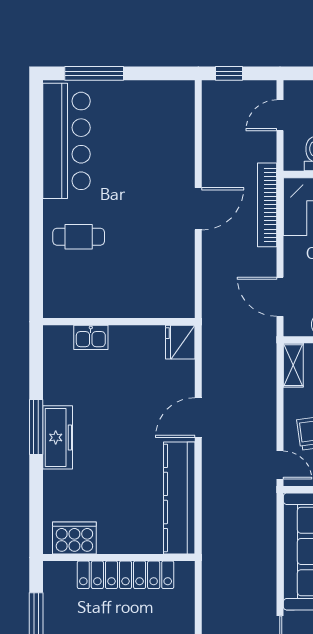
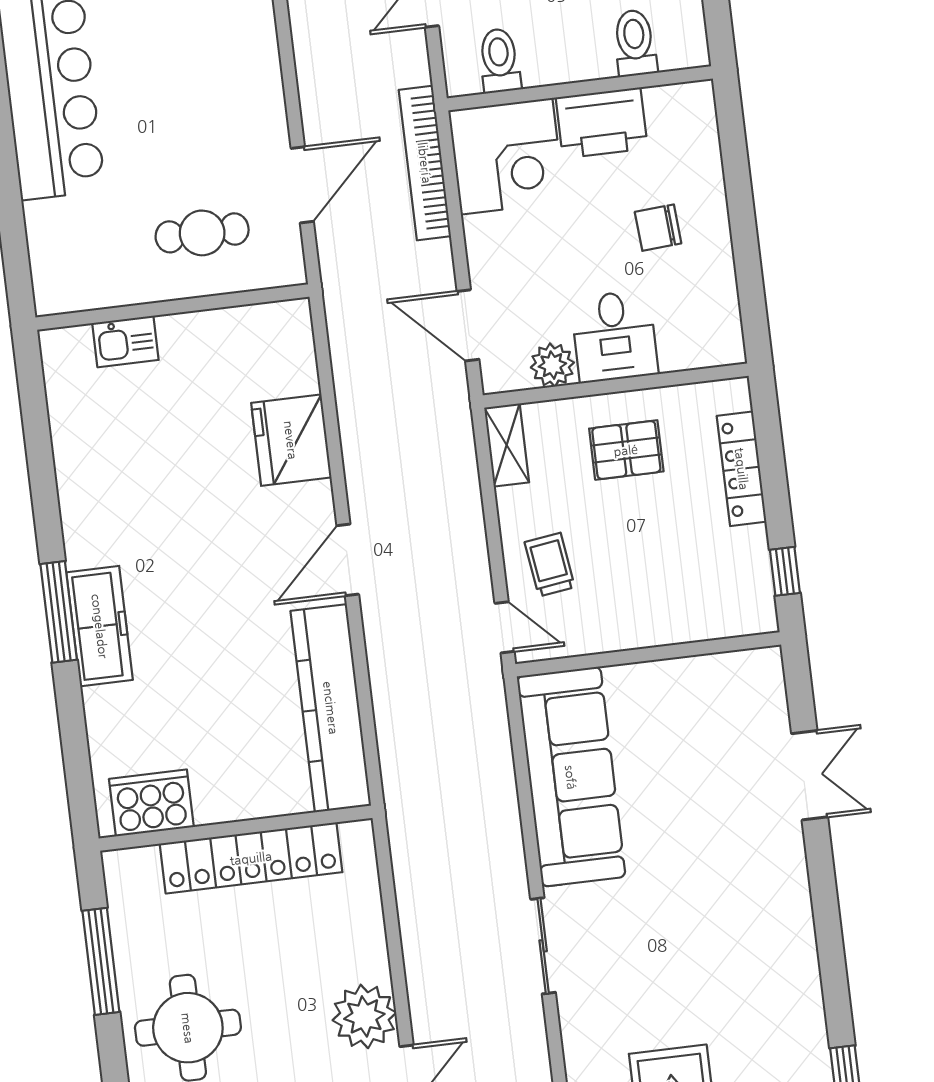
cafe table: (79, 237) -> (202, 233), moved
wall: (119, 322) -> (173, 307), moved
kitchen sink: (91, 337) -> (125, 341), moved
fridge: (180, 342) -> (291, 440), width x1.36, depth x1.34

